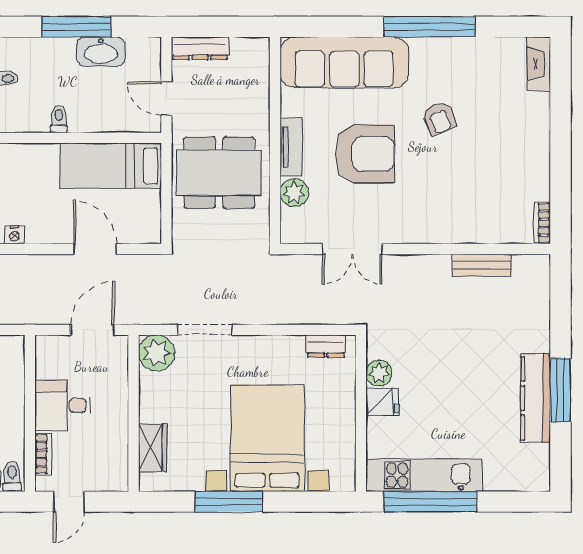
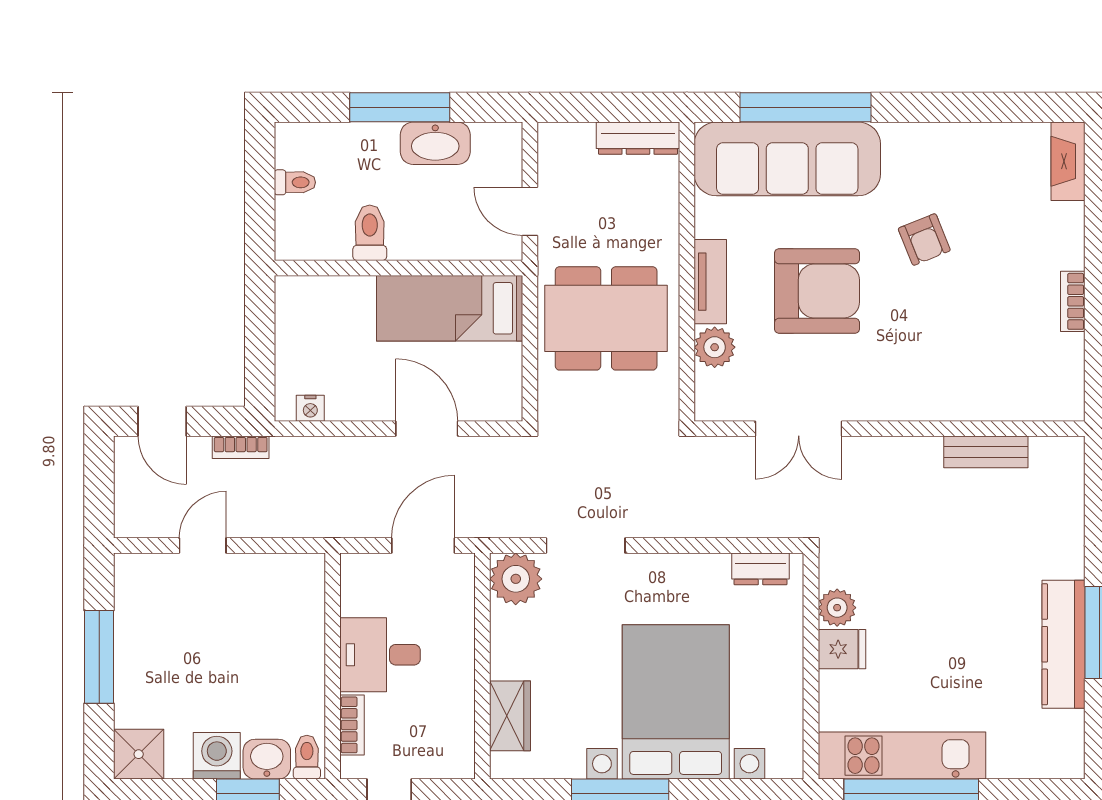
window: (429, 27) -> (805, 107), moved
dresser: (200, 48) -> (638, 138), moved
toilet: (59, 119) -> (370, 233), width x1.37, depth x1.39
bookcase: (542, 223) -> (1073, 301), moved

